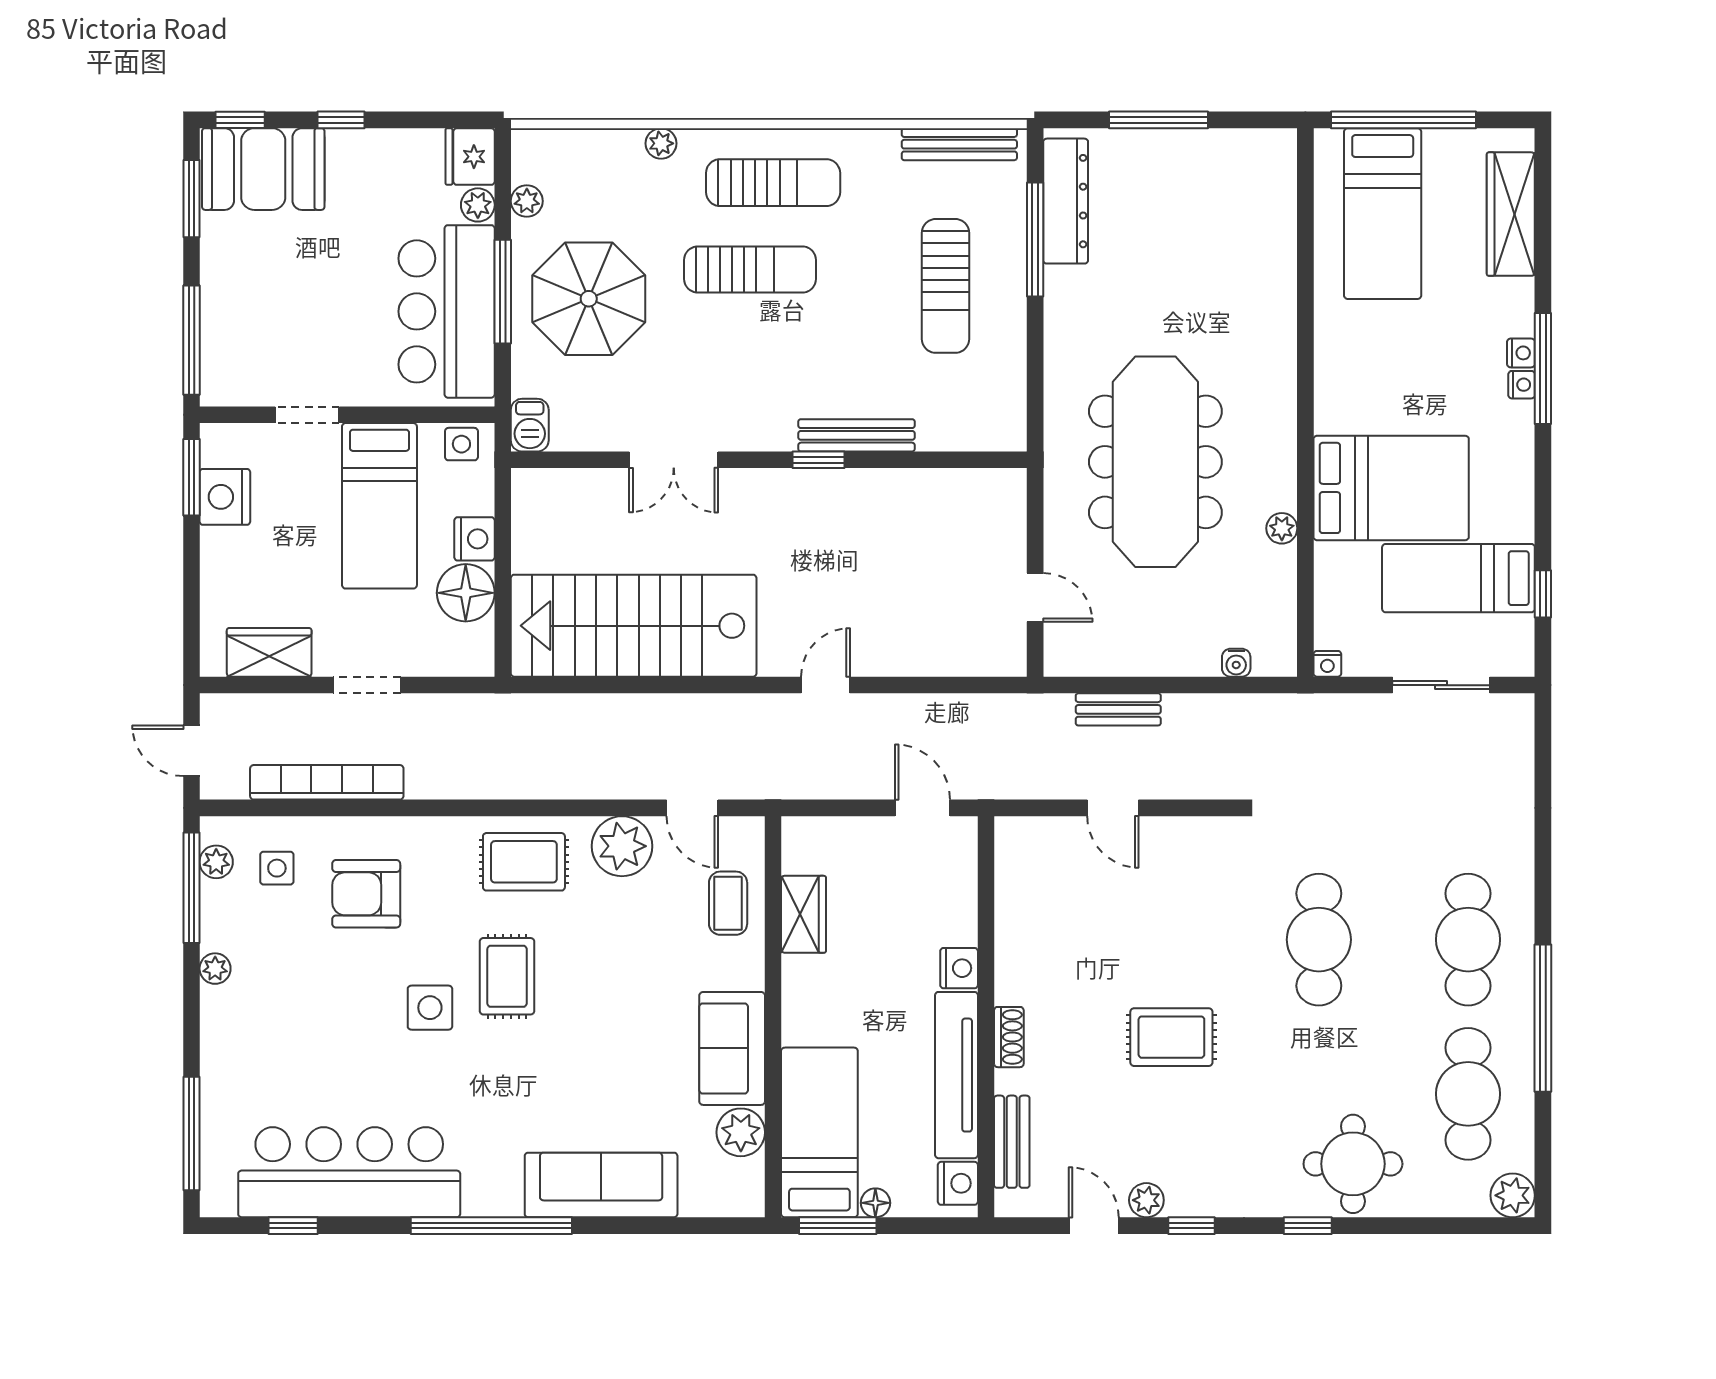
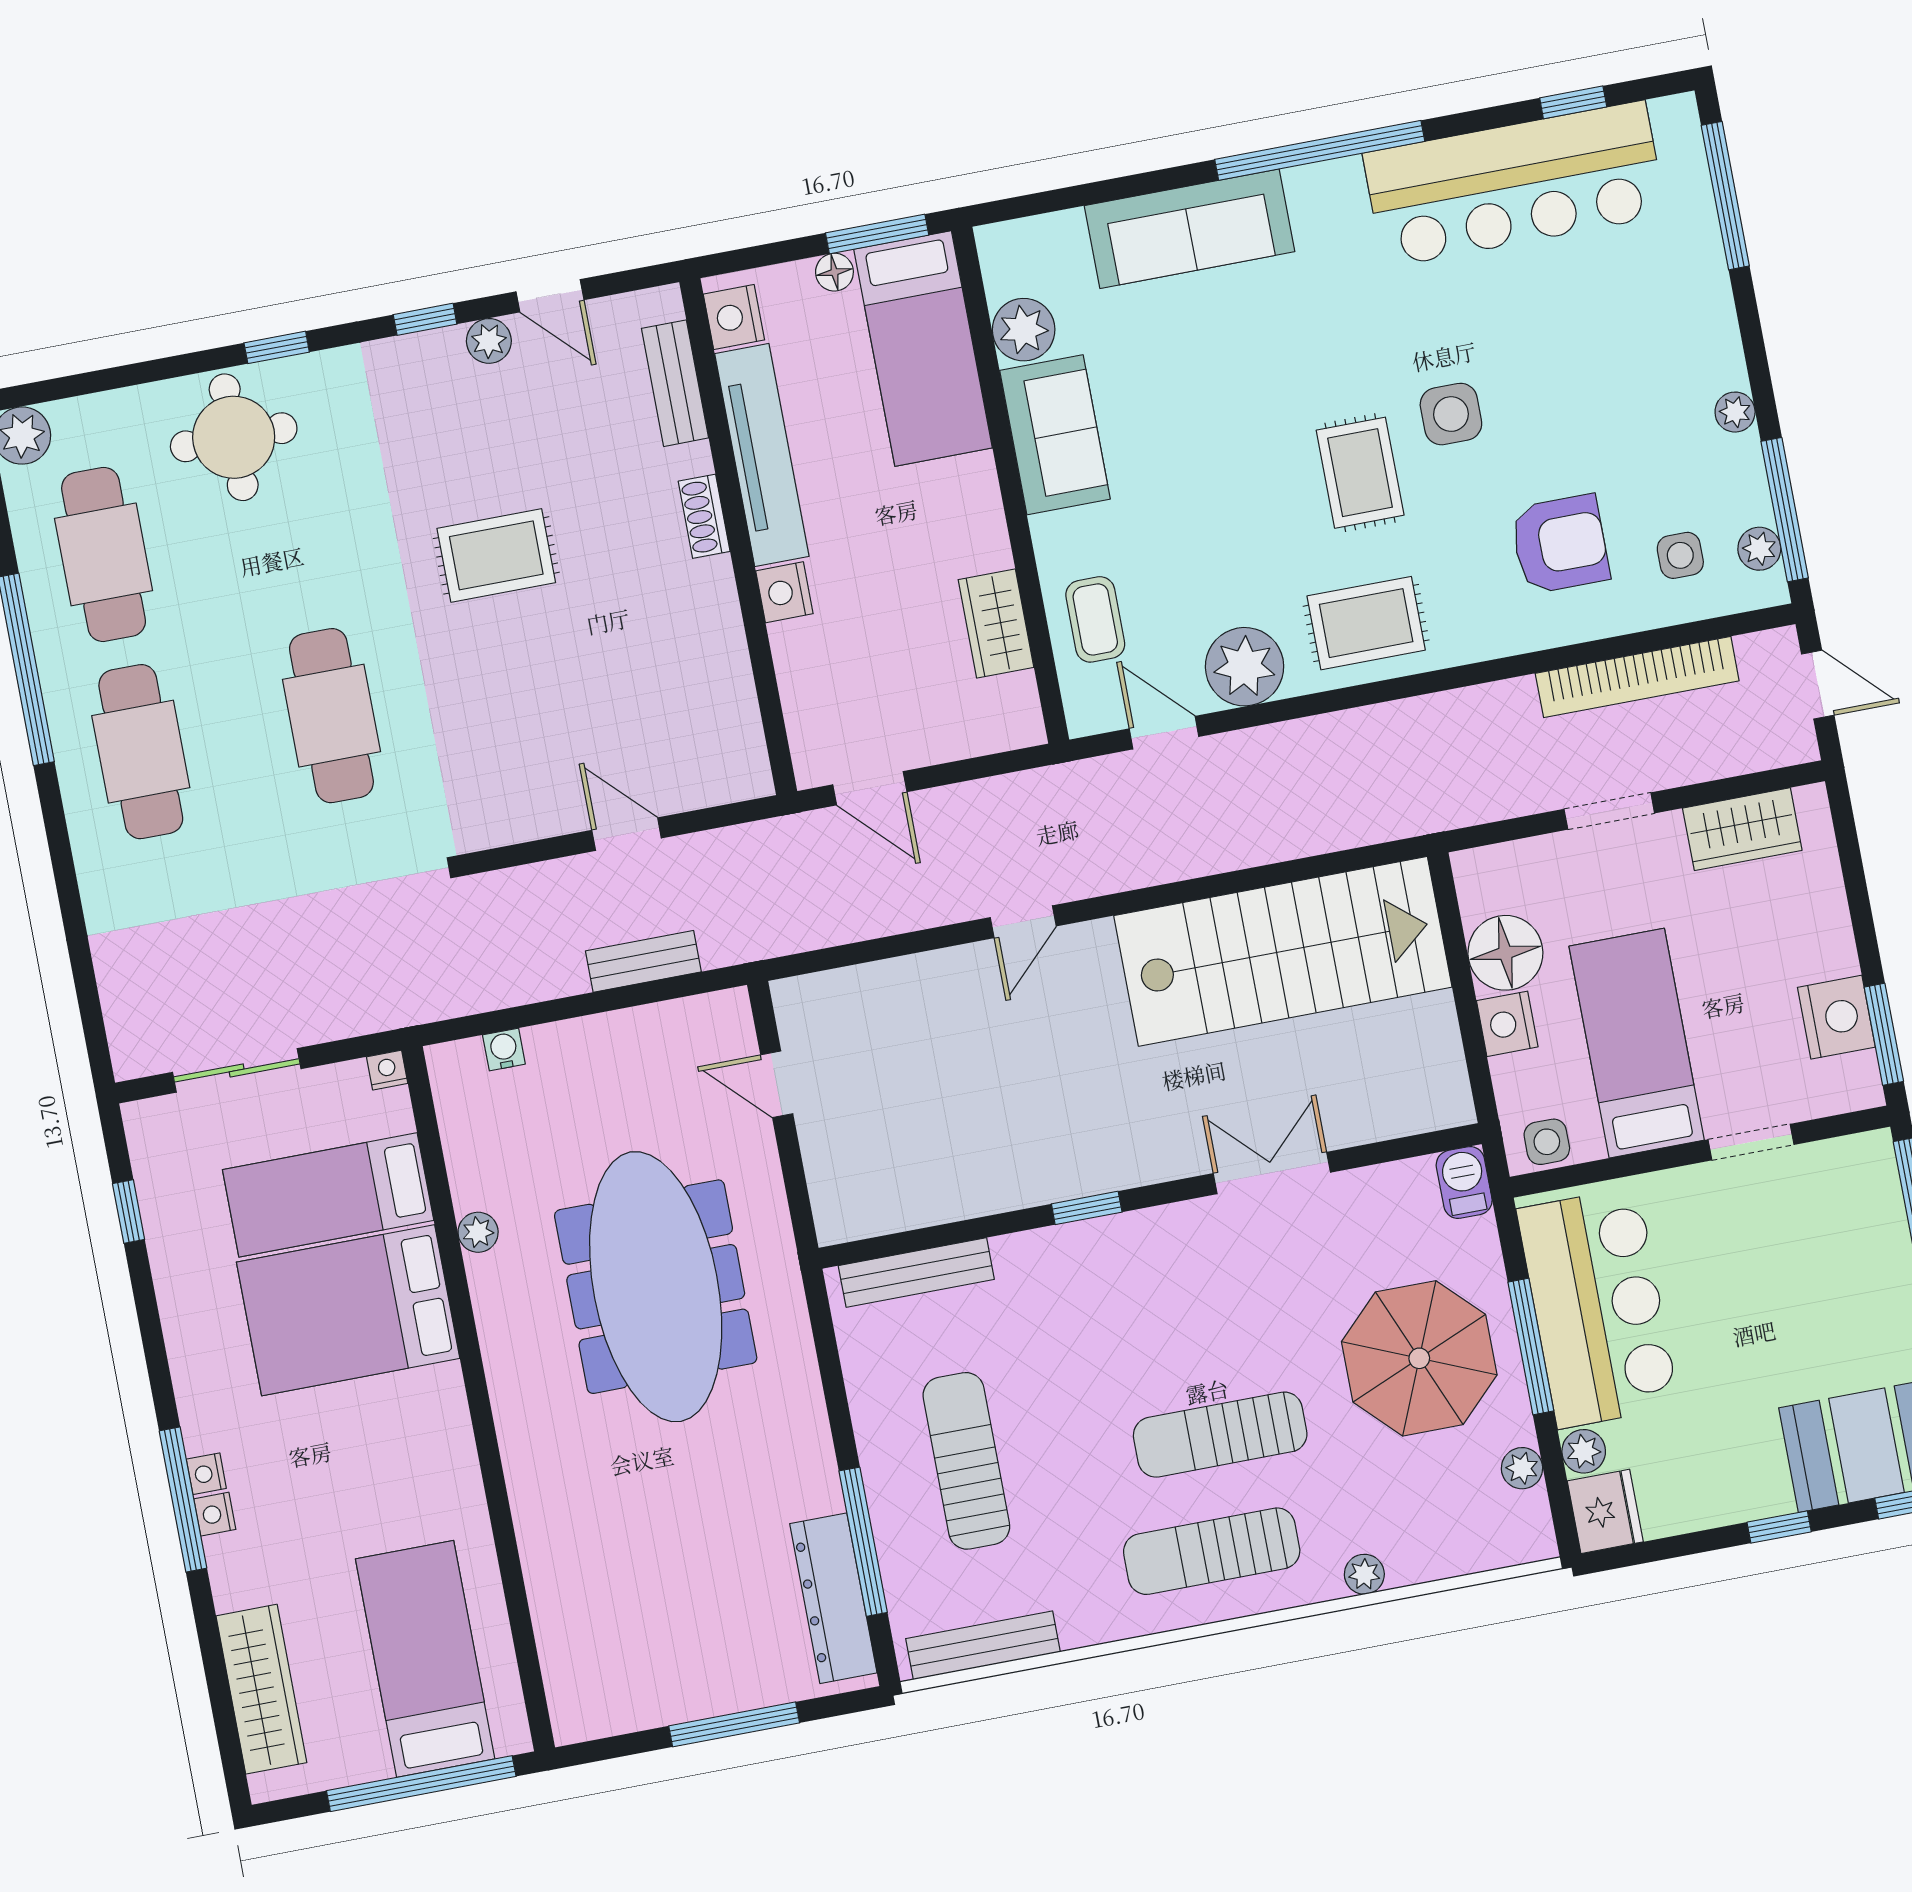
bench: (856, 435) -> (916, 1273), moved
bed: (1458, 578) -> (328, 1195), moved, turned 180

